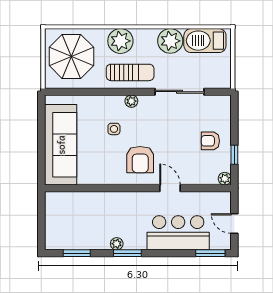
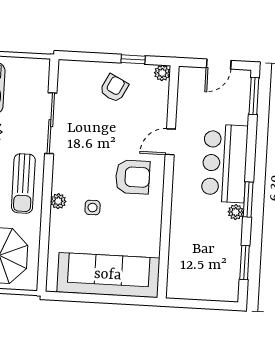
sun lounger: (130, 72) -> (23, 183), turned 180
plant: (131, 101) -> (58, 201), moved
armchair: (210, 141) -> (114, 88), turned -153
bar counter: (178, 233) -> (225, 163), moved

